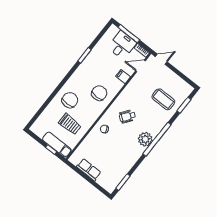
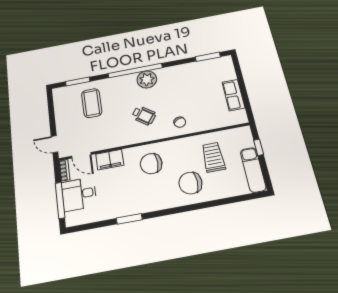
filing cabinet: (123, 77) -> (110, 160), width x2.00
exam couch: (57, 145) -> (253, 170), moved

